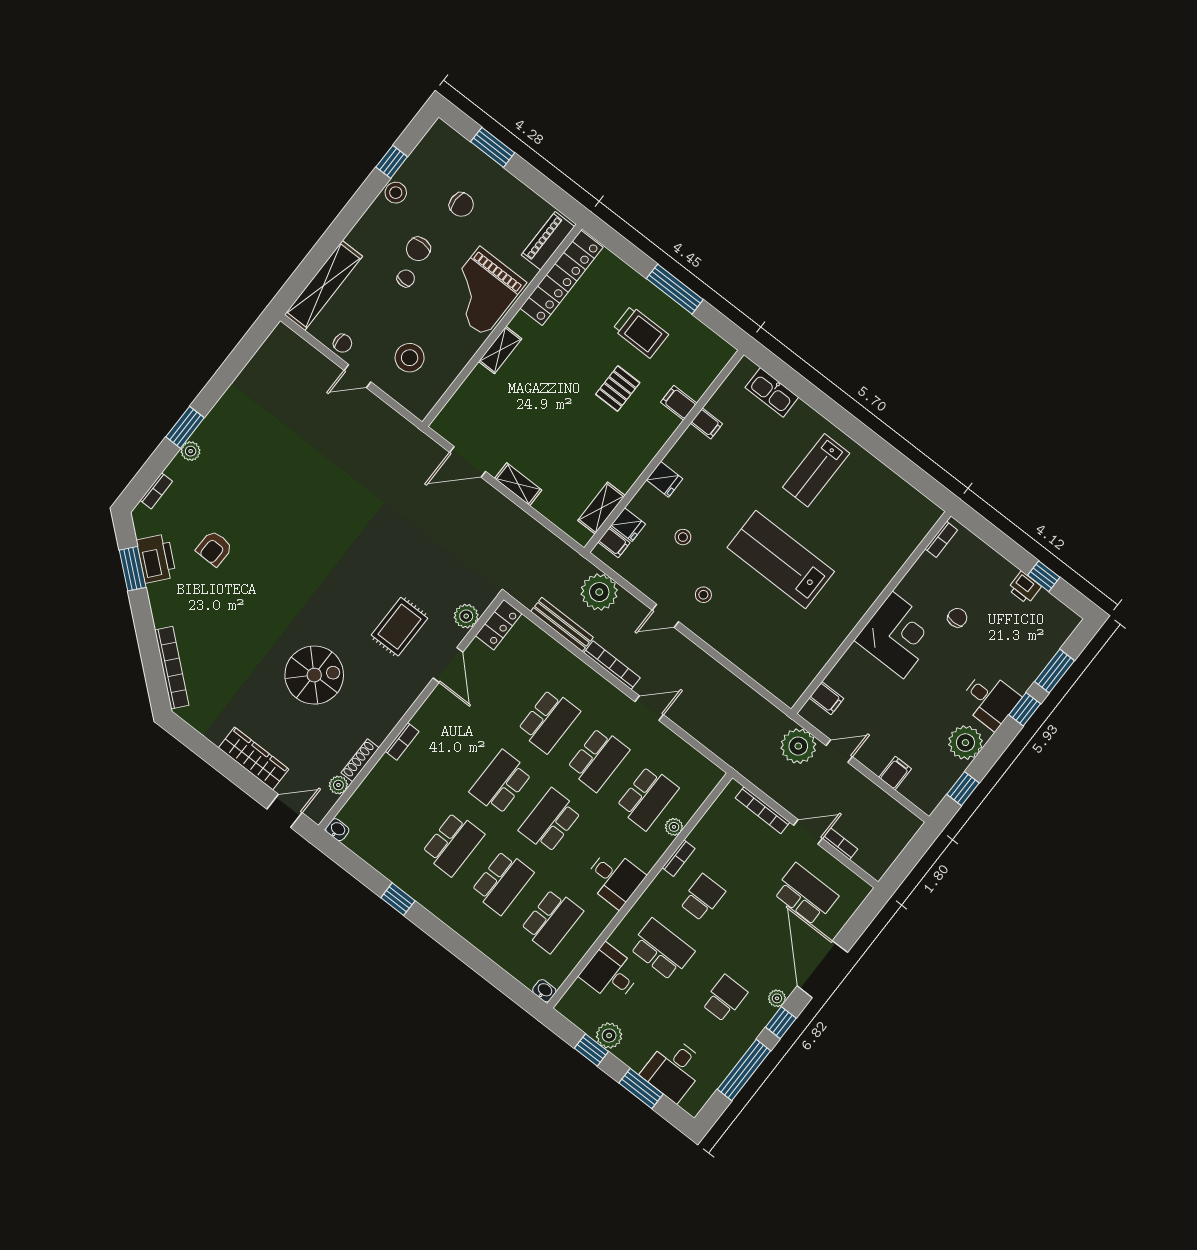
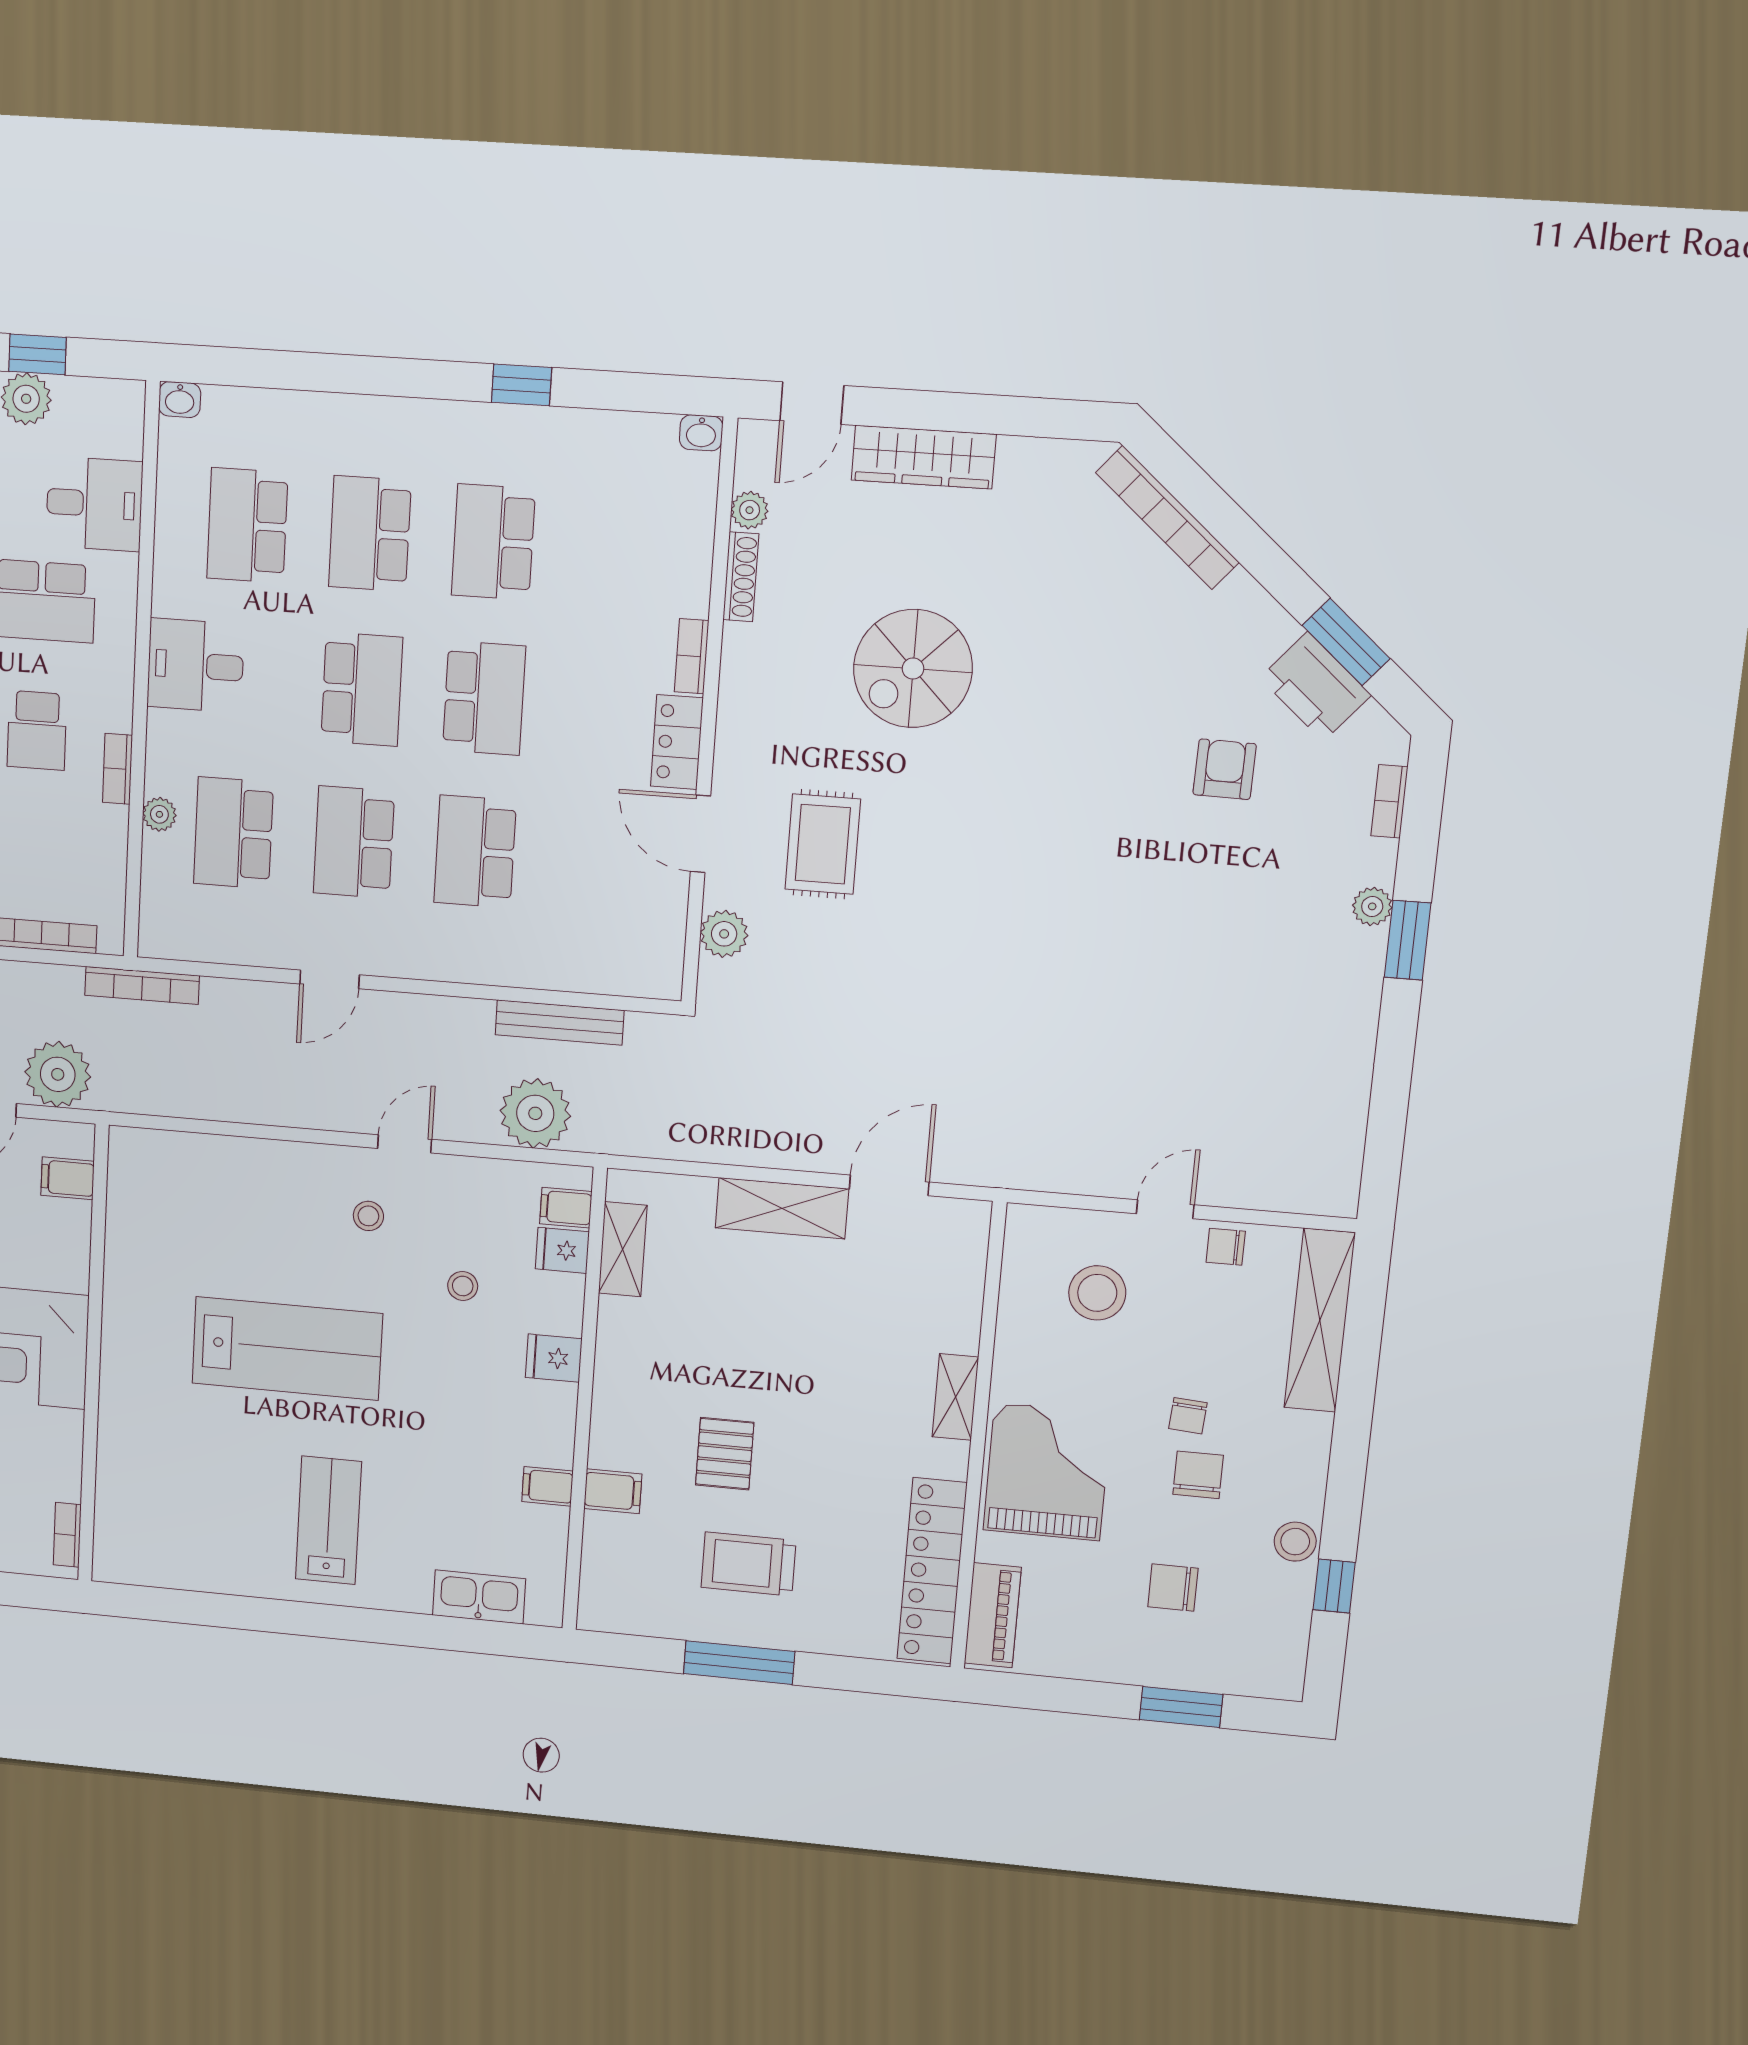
shelving: (518, 484) -> (782, 1208), width x1.50, depth x1.33
locker: (499, 625) -> (677, 742), moved
bookcase: (612, 665) -> (142, 985), moved

